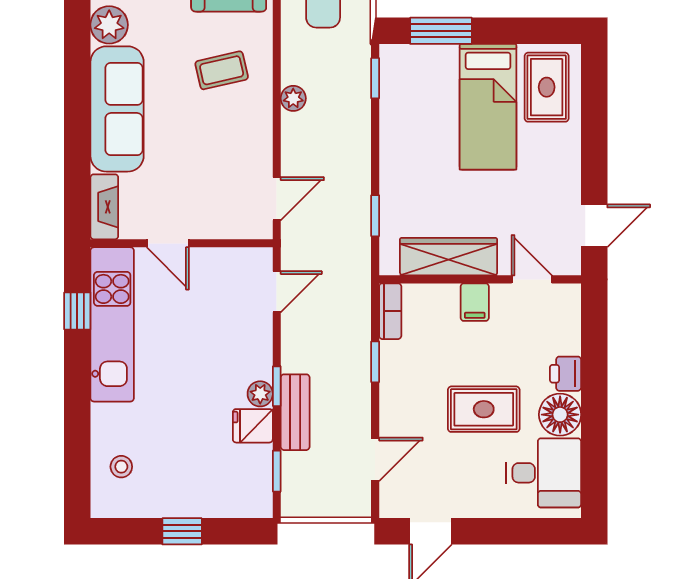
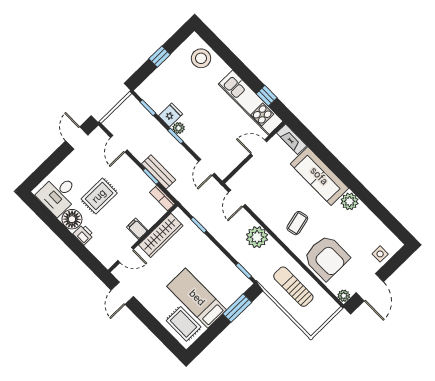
plant: (293, 98) -> (257, 237), width x1.87, depth x1.87
bench: (295, 412) -> (159, 172), moved
stool: (121, 467) -> (201, 58), width x1.89, depth x1.89

